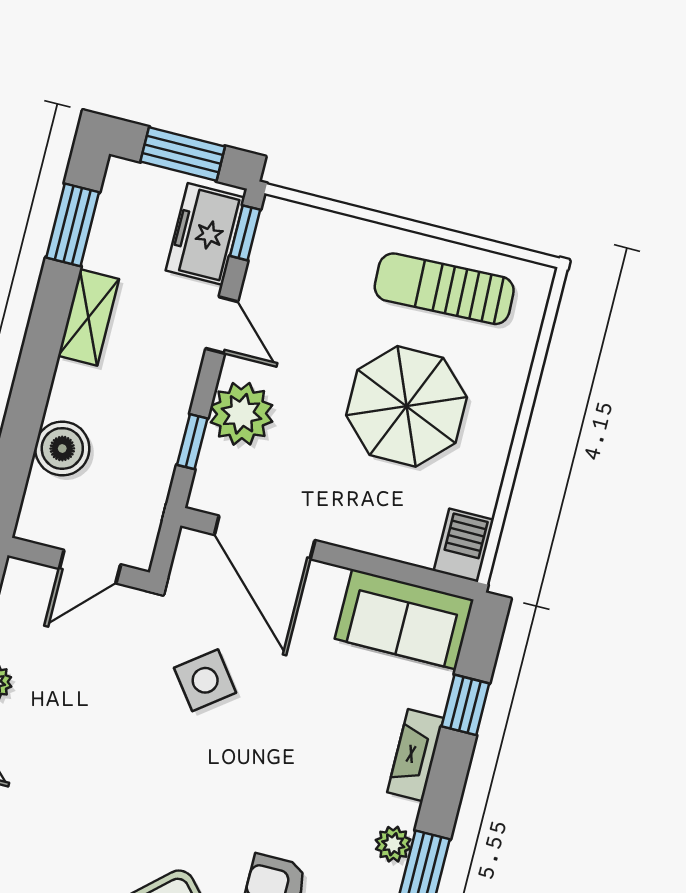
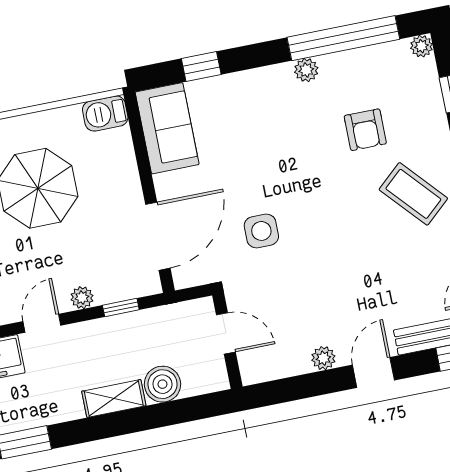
shelving: (88, 317) -> (114, 398), moved
plant: (241, 414) -> (82, 298), width x0.53, depth x0.53
side table: (205, 680) -> (261, 231), turned 37
fireplace: (415, 755) -> (246, 82), removed

